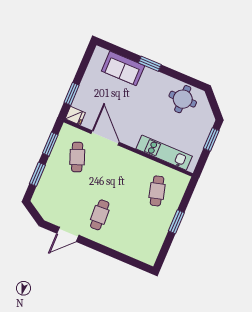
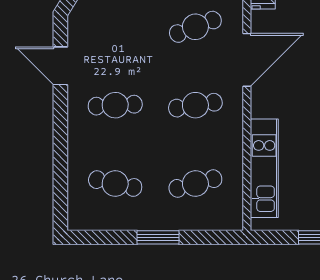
cafe table: (117, 174) -> (195, 105), added
cafe table: (140, 232) -> (115, 184), added

